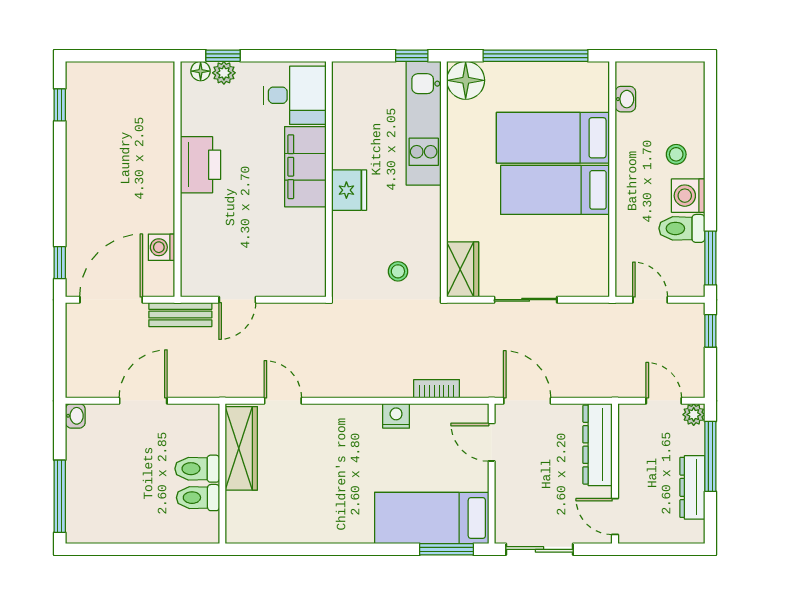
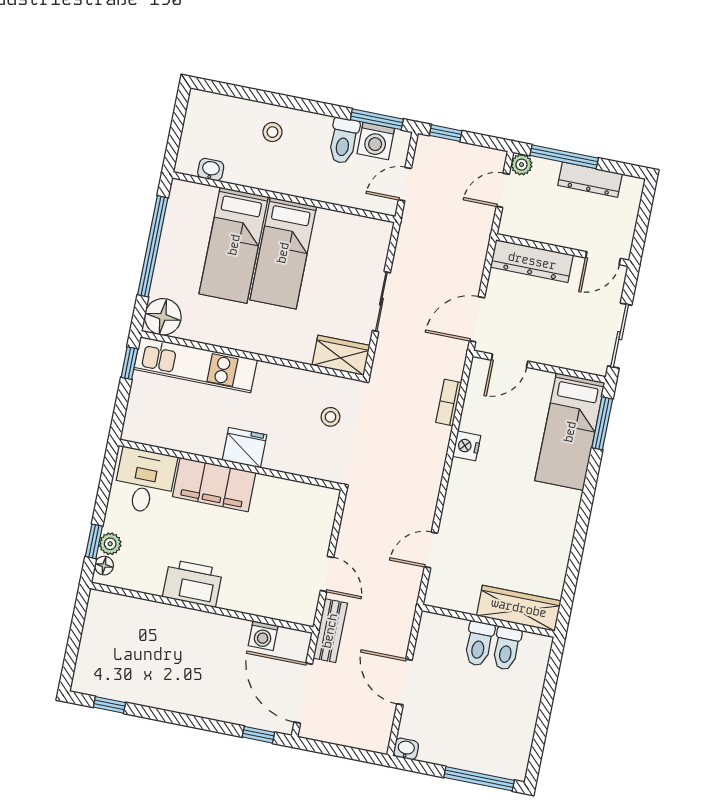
washing machine: (688, 196) -> (376, 141), moved
wardrobe: (241, 448) -> (519, 608), moved

